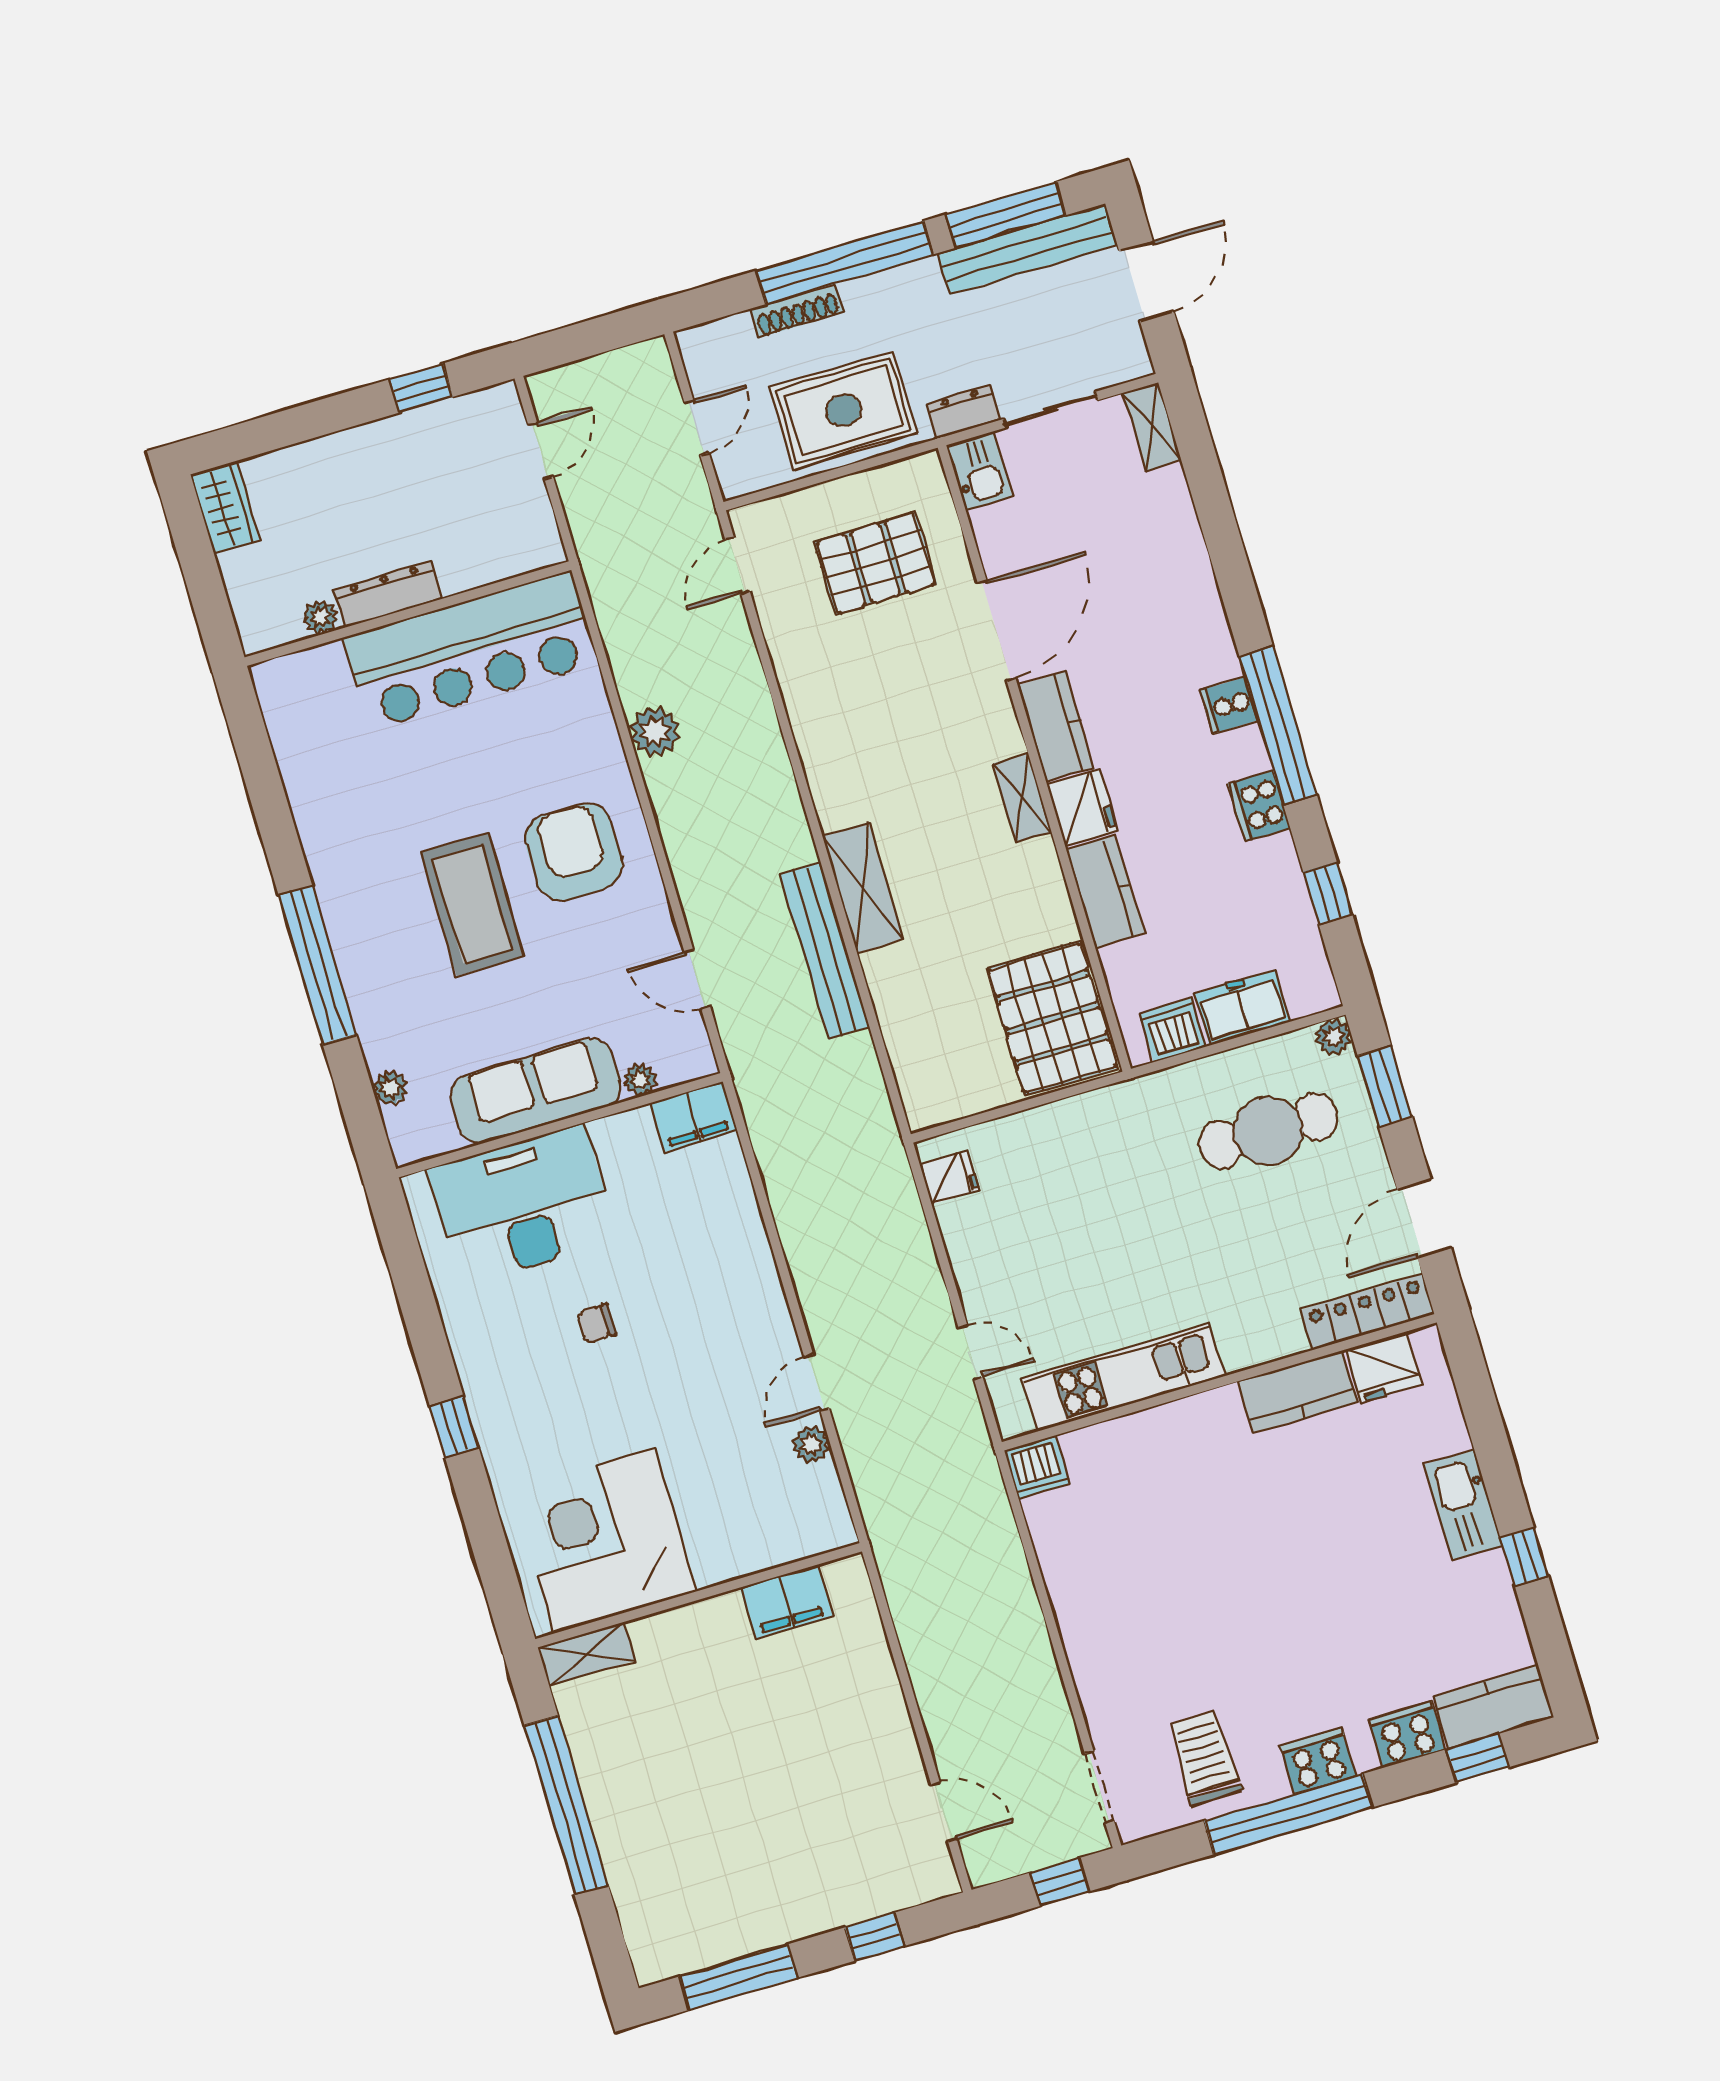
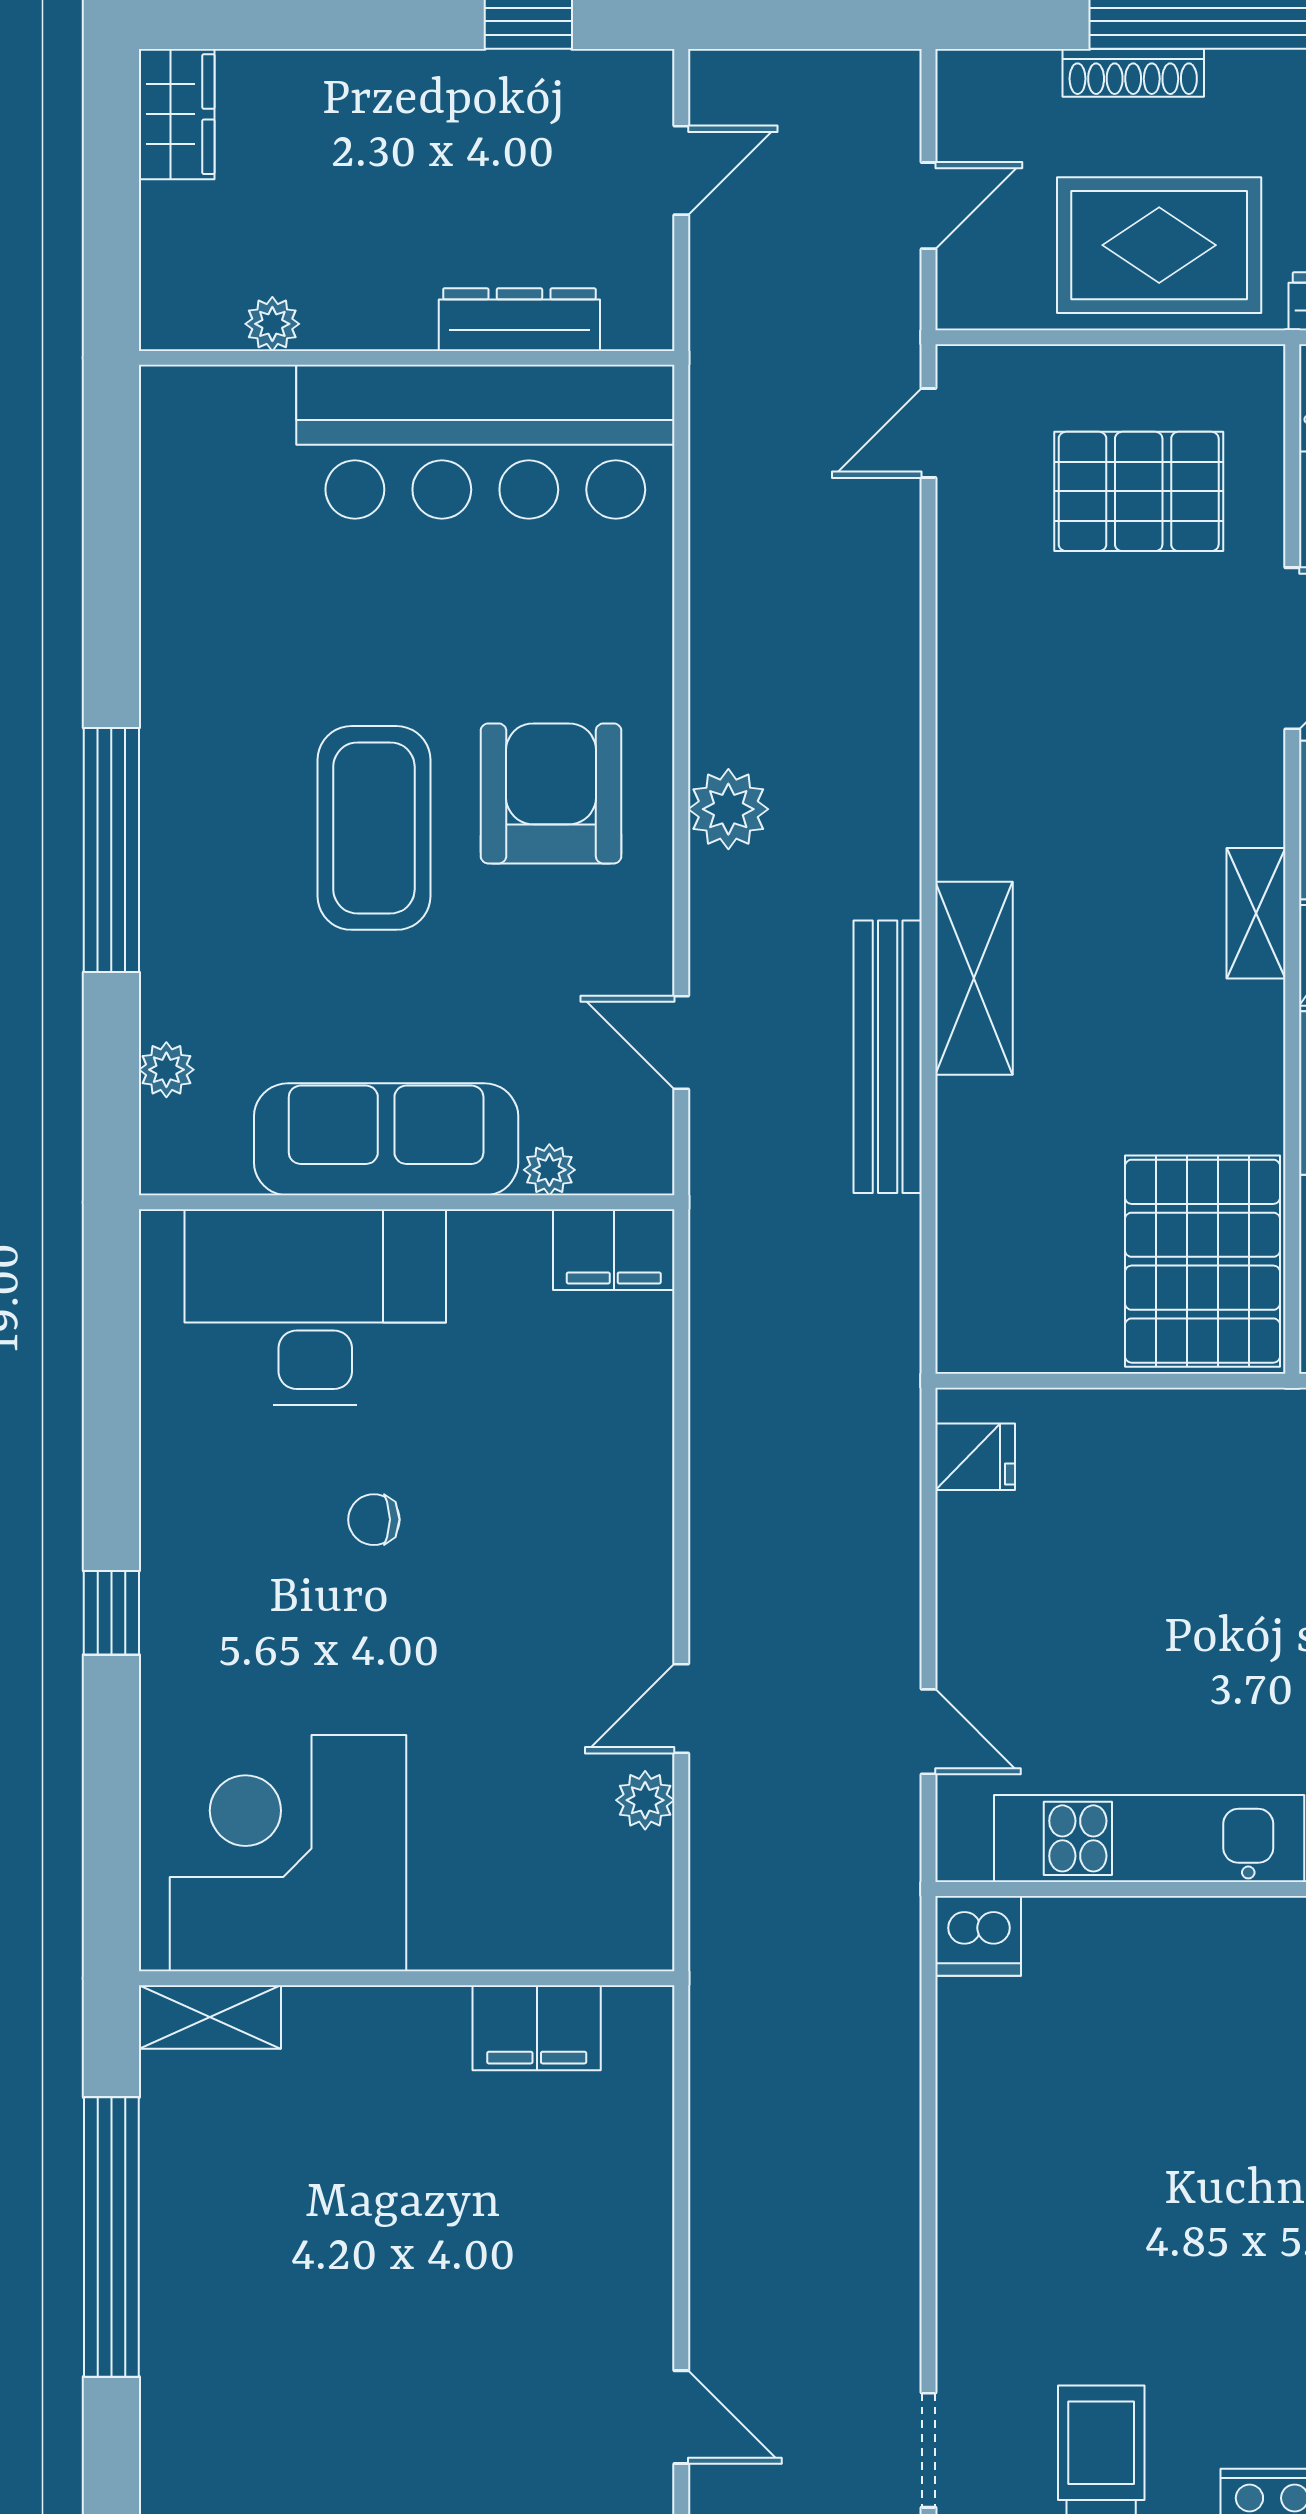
dresser: (388, 594) -> (519, 320), moved
plant: (655, 732) -> (728, 809), moved

